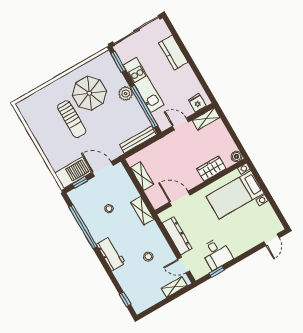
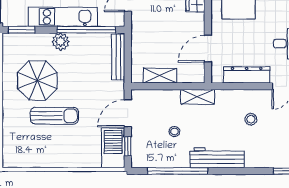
workbench: (111, 254) -> (217, 158), width x1.38

